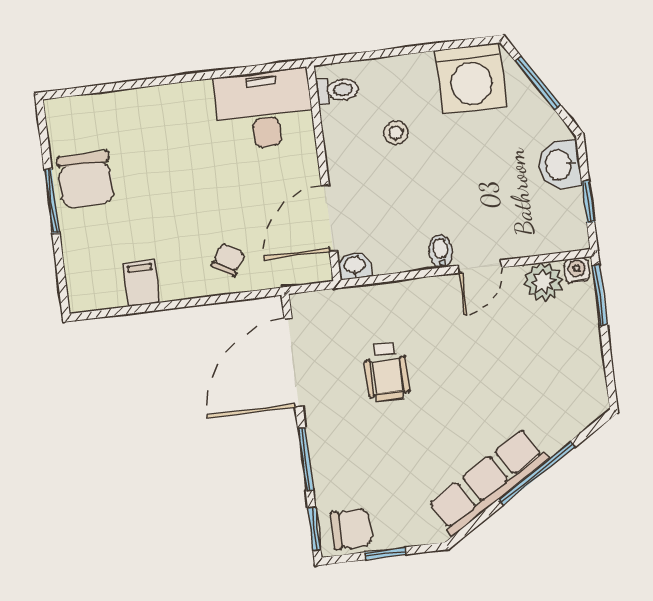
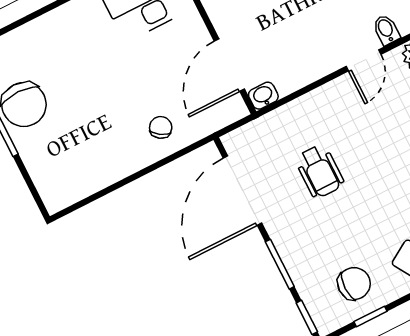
bidet: (441, 251) -> (386, 30), moved
filing cabinet: (142, 283) -> (98, 171), removed
chair: (351, 529) -> (354, 284), moved

